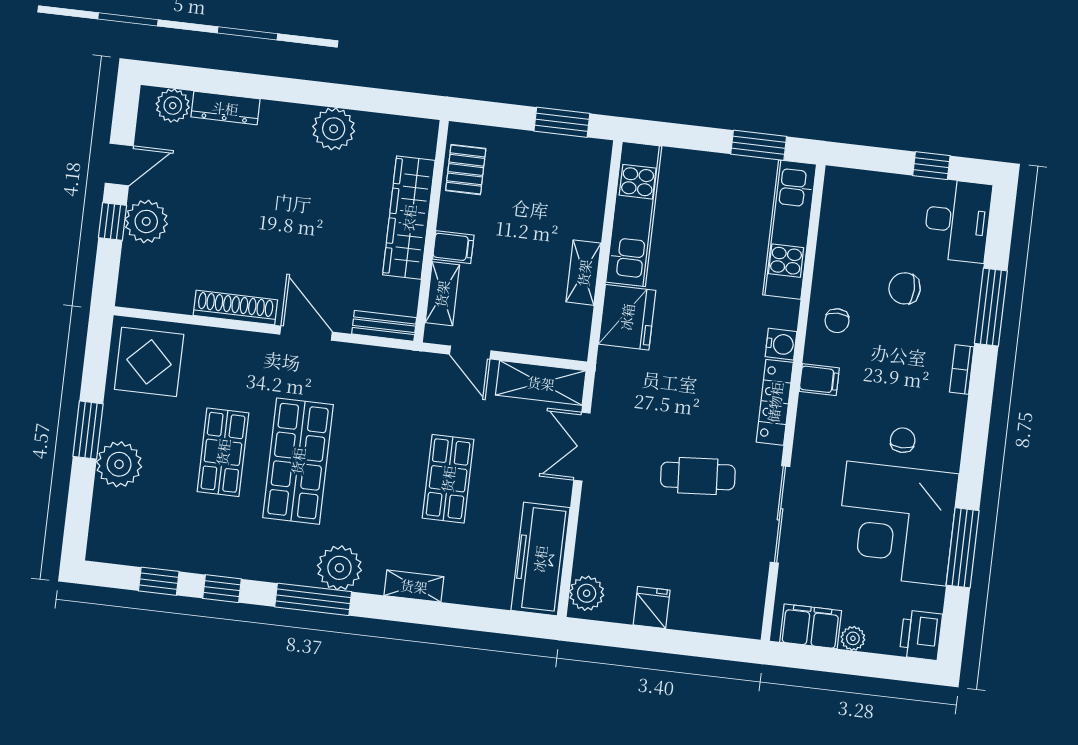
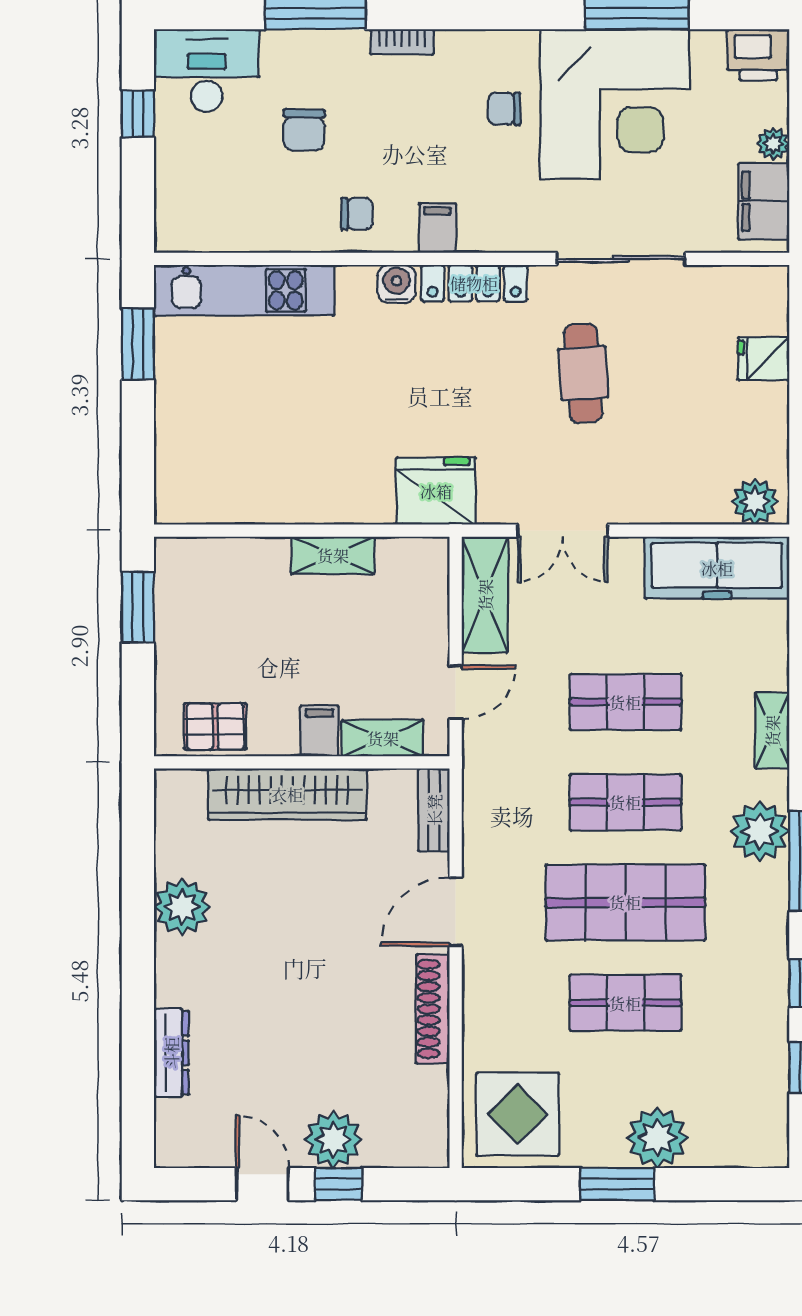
plant: (173, 106) -> (176, 1123), removed
kitchen unit: (634, 214) -> (248, 498), removed
fridge: (627, 317) -> (436, 491), moved
shop shelf: (373, 470) -> (625, 802), added
fridge: (652, 607) -> (764, 359), moved

